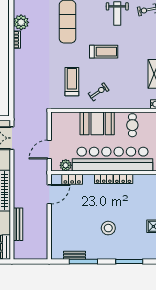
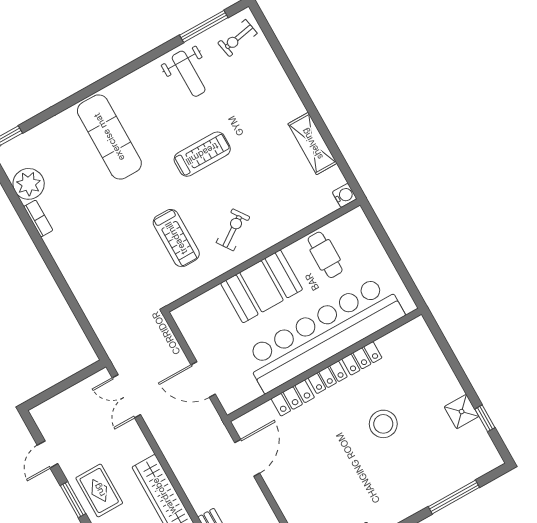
treadmill: (72, 82) -> (176, 238), turned 180
door: (49, 150) -> (203, 379), hinge flipped
plant: (66, 165) -> (248, 391), removed
locker: (72, 179) -> (293, 398), moved
stool: (108, 228) -> (383, 424), moved

